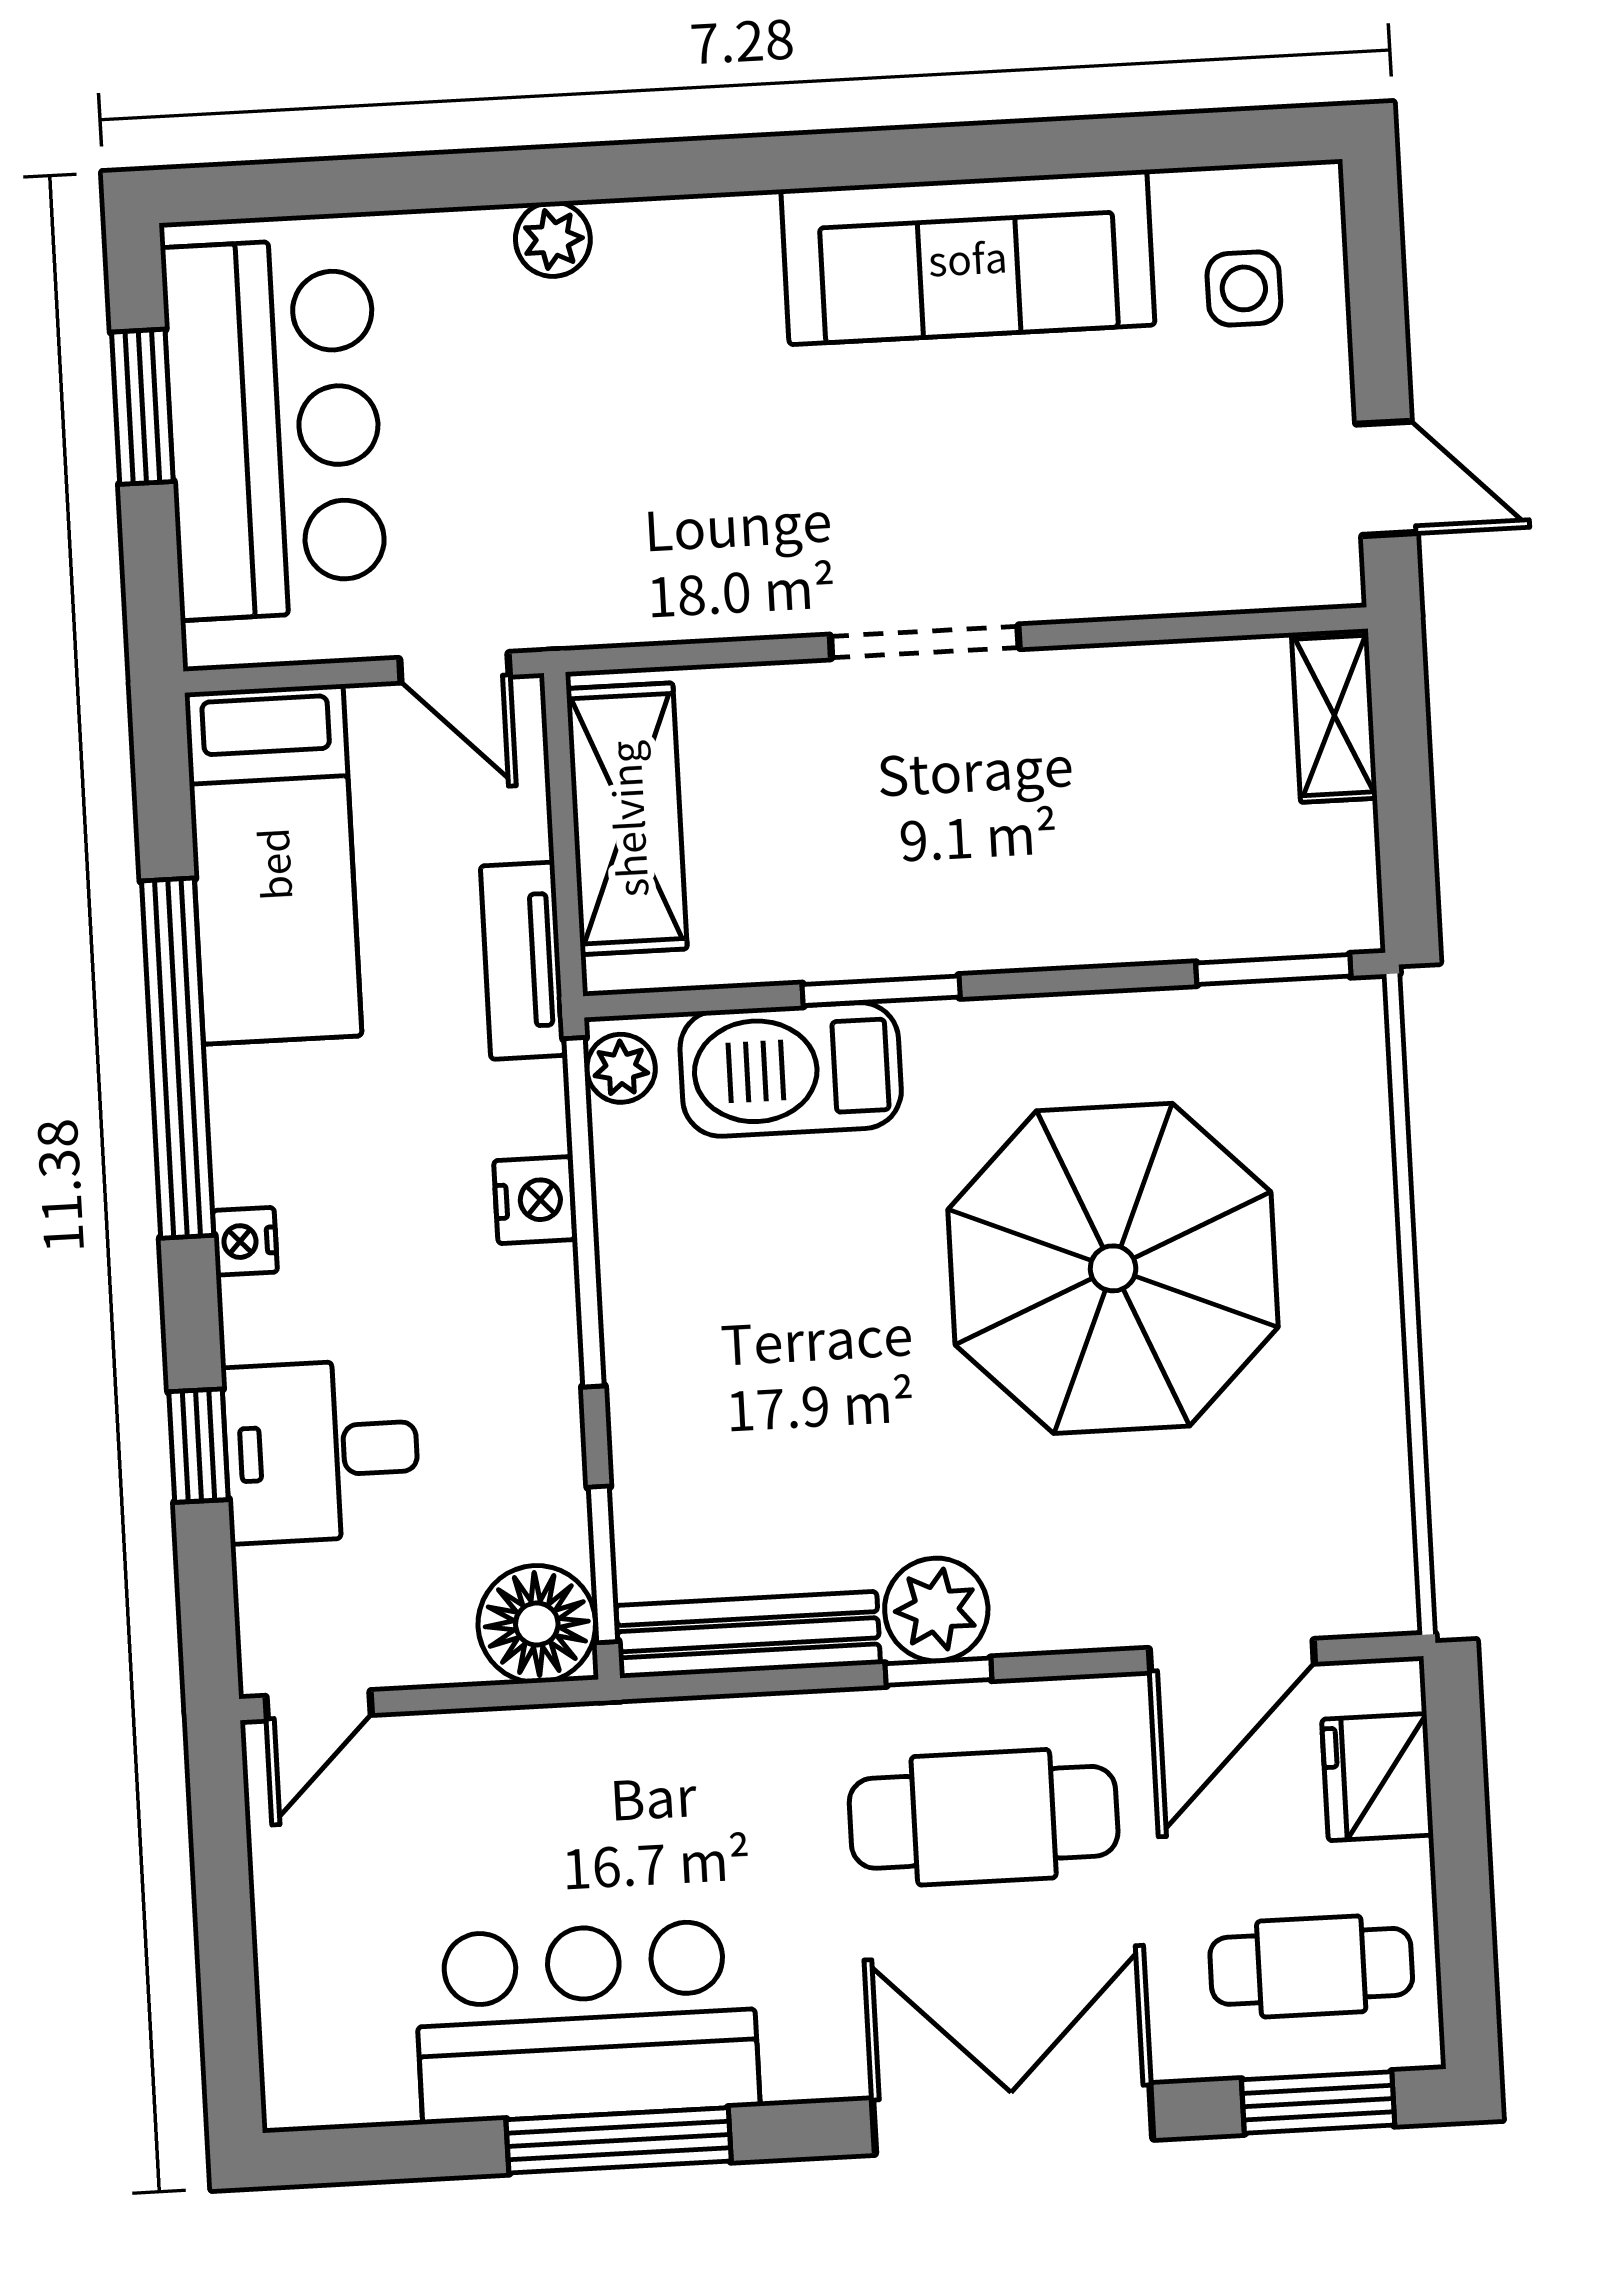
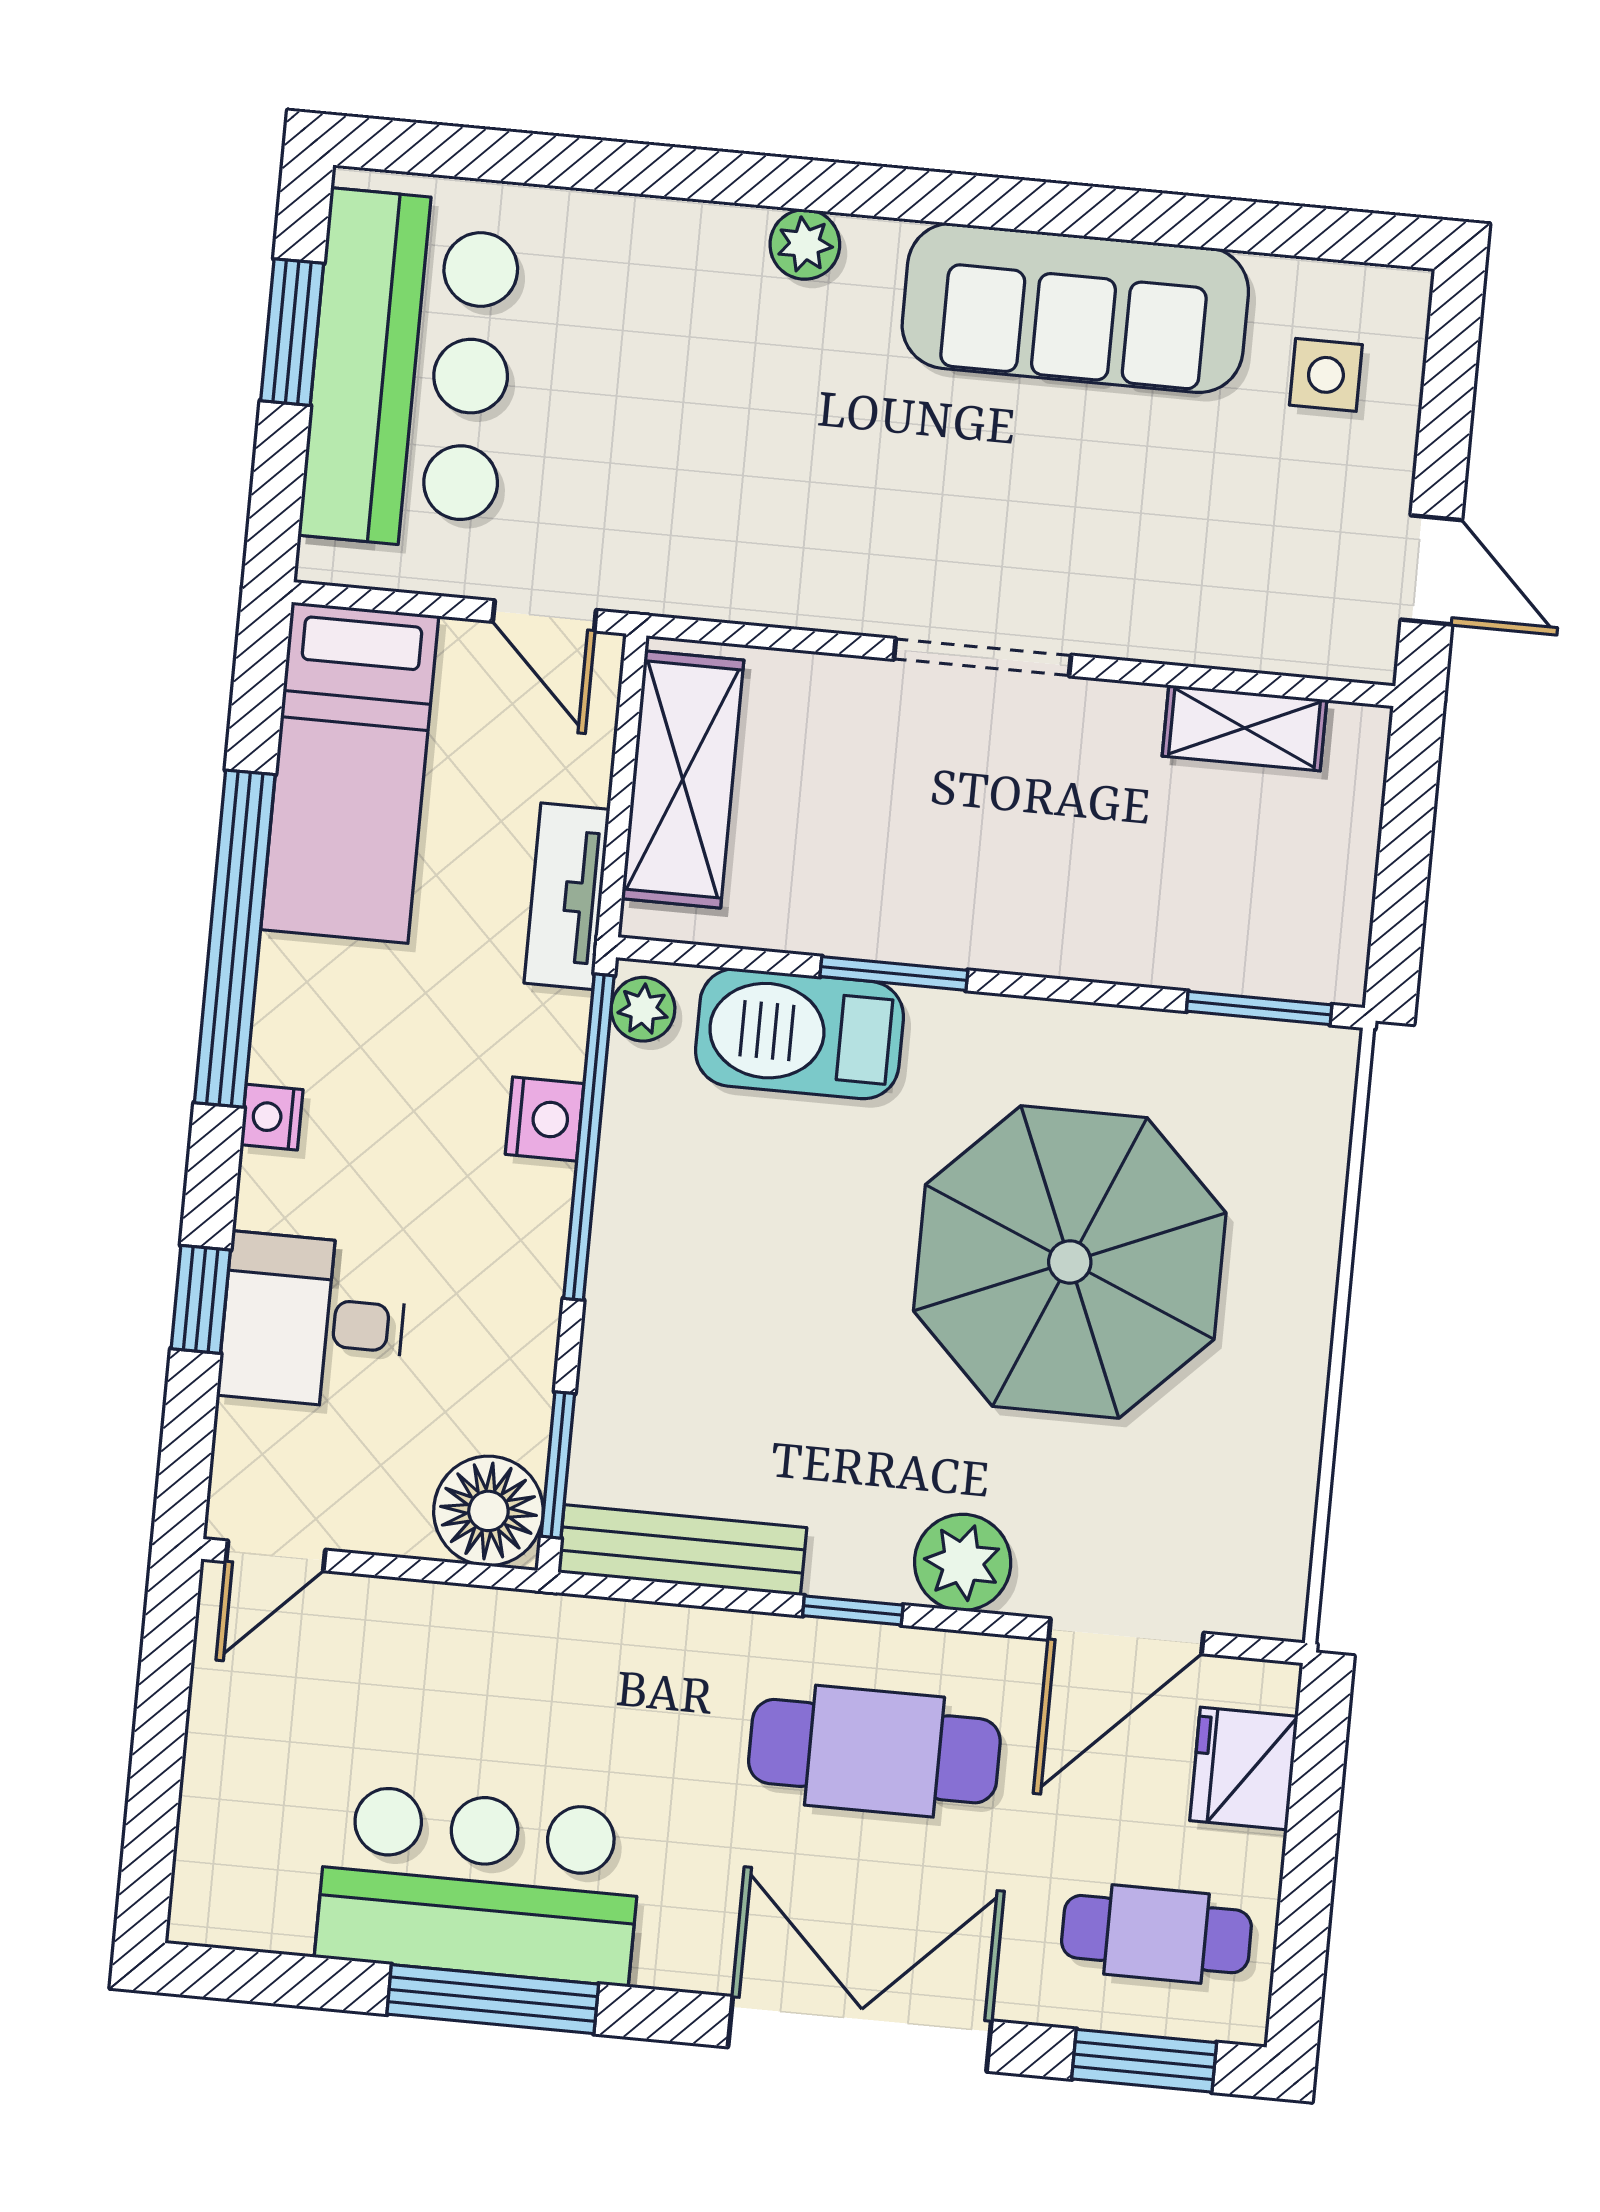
plant: (553, 239) -> (805, 244), moved
shelving: (1334, 715) -> (1245, 728), moved, turned 90
plant: (936, 1610) -> (963, 1562), moved

